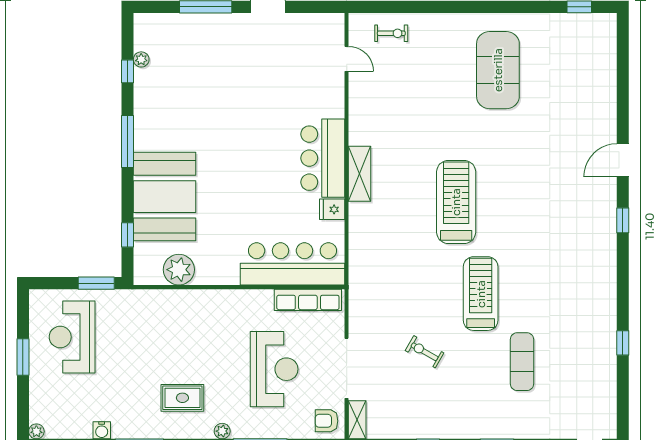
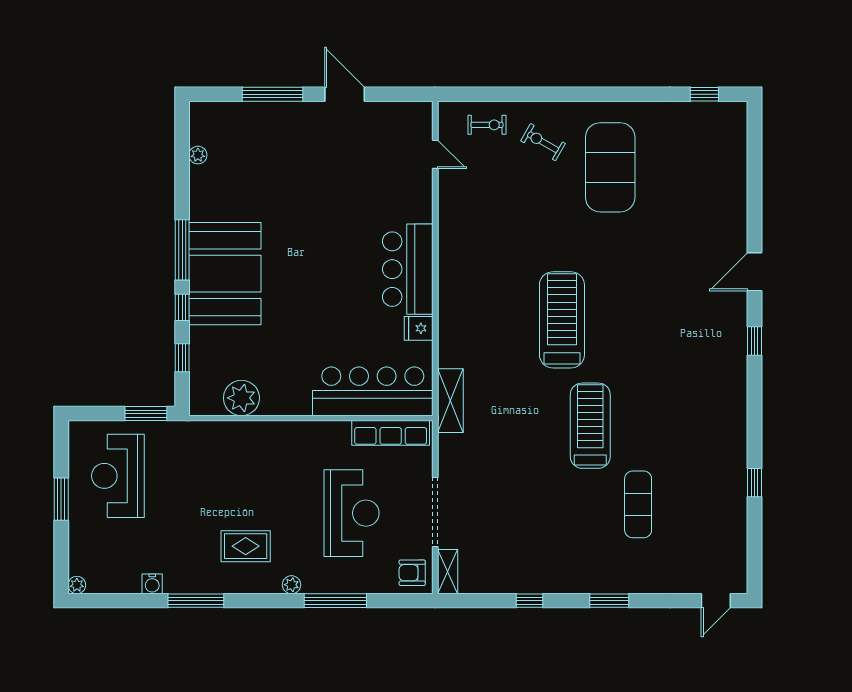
window: (128, 71) -> (182, 307), moved
shelving: (360, 174) -> (450, 401), moved
booth: (165, 197) -> (225, 274), moved
exercise bike: (425, 352) -> (543, 142), moved

